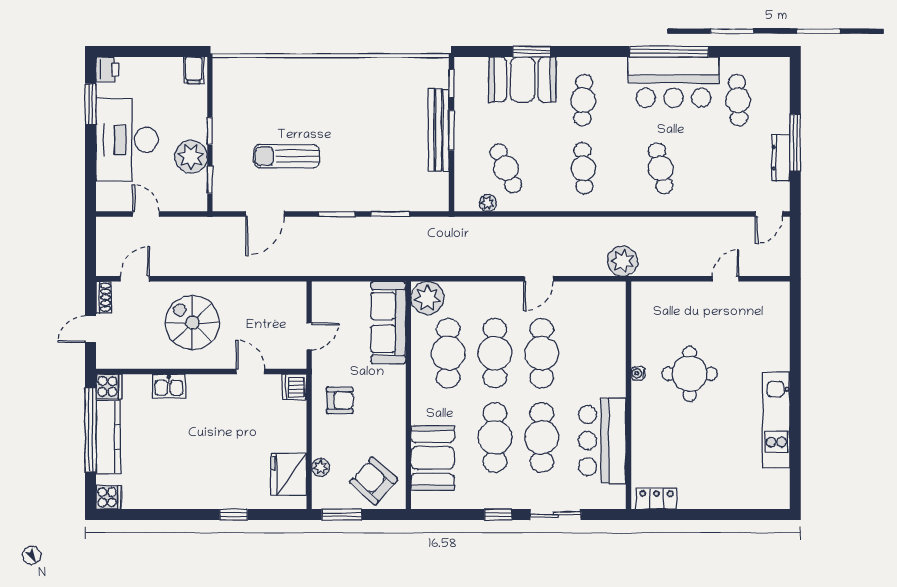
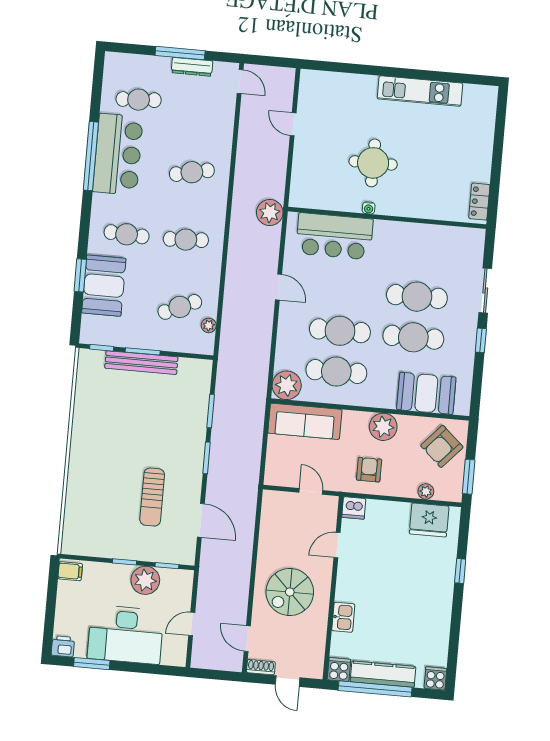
cafe table: (542, 353) -> (344, 290), removed
plant: (390, 412) -> (383, 427), added
bar counter: (602, 441) -> (334, 236), moved

